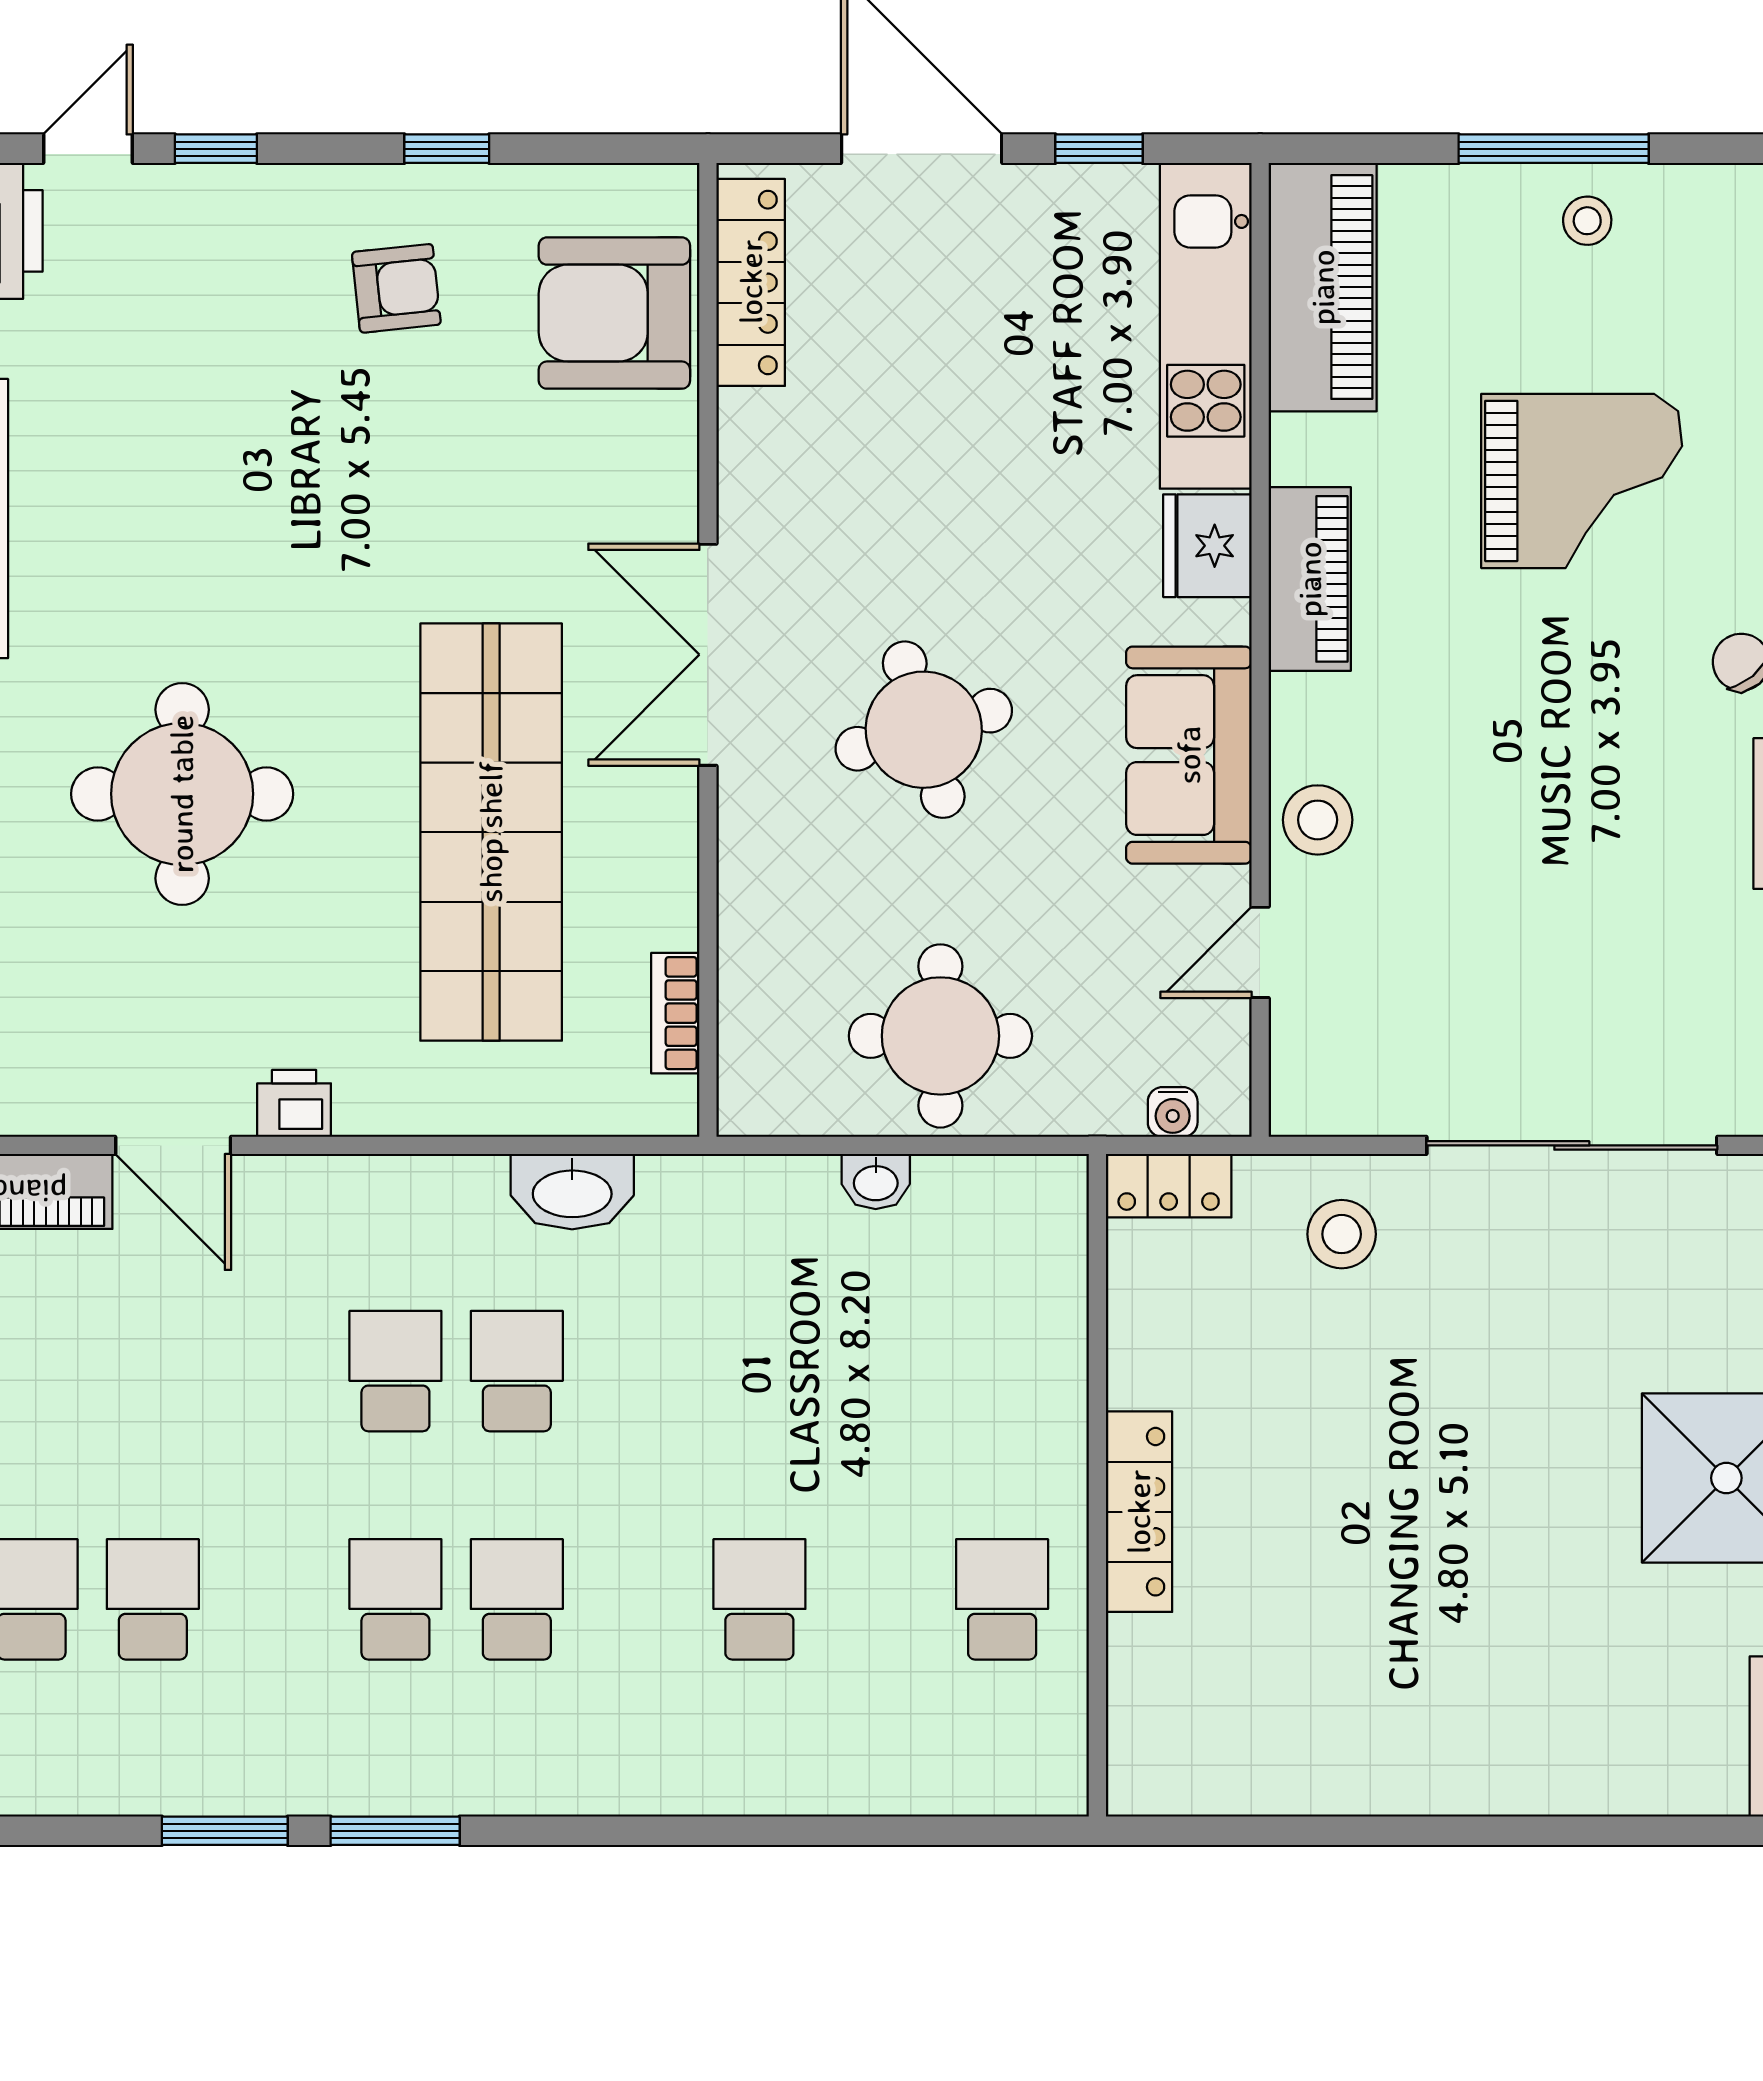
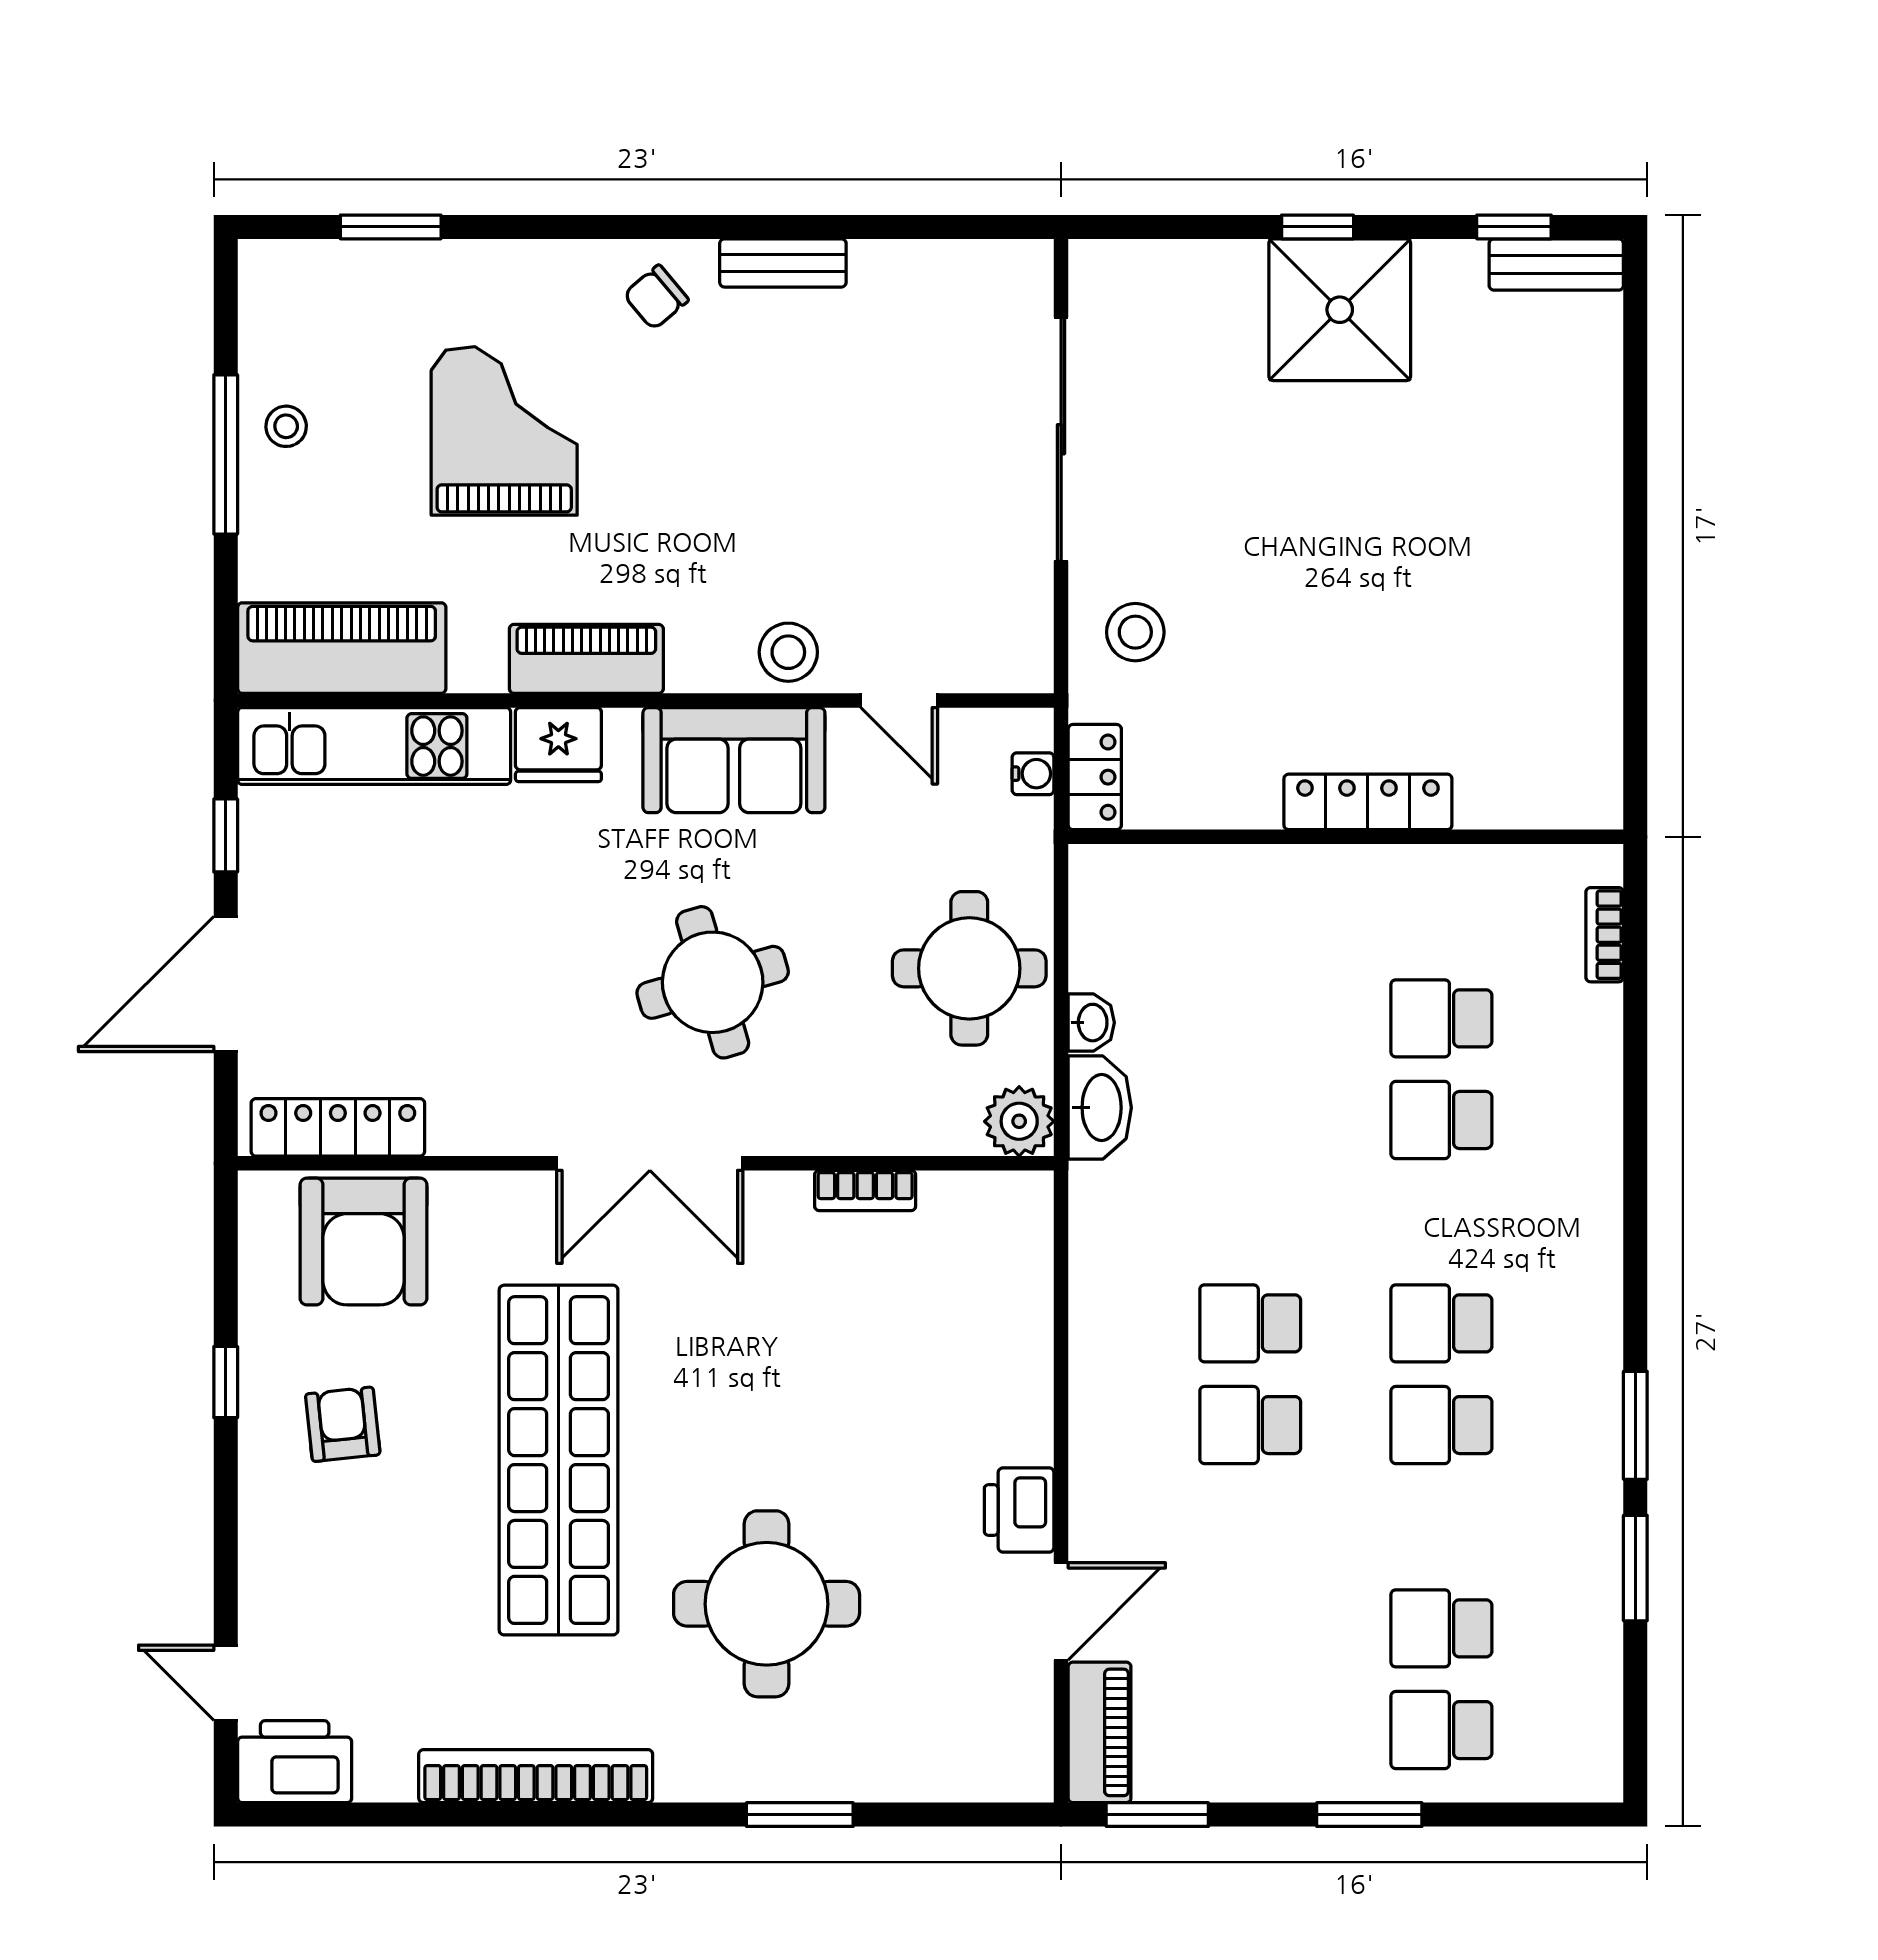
window: (216, 149) -> (226, 1576), removed
shop shelf: (491, 832) -> (559, 1460), moved, turned 90
bookcase: (675, 1013) -> (865, 1190), moved
plant: (758, 1095) -> (1019, 1121), added
printer: (294, 1103) -> (1019, 1510), width x1.36, depth x1.24
washbasin: (572, 1192) -> (1100, 1108), moved
school desk: (1002, 1599) -> (1441, 1018), moved
bookcase: (981, 1794) -> (1605, 935), added

